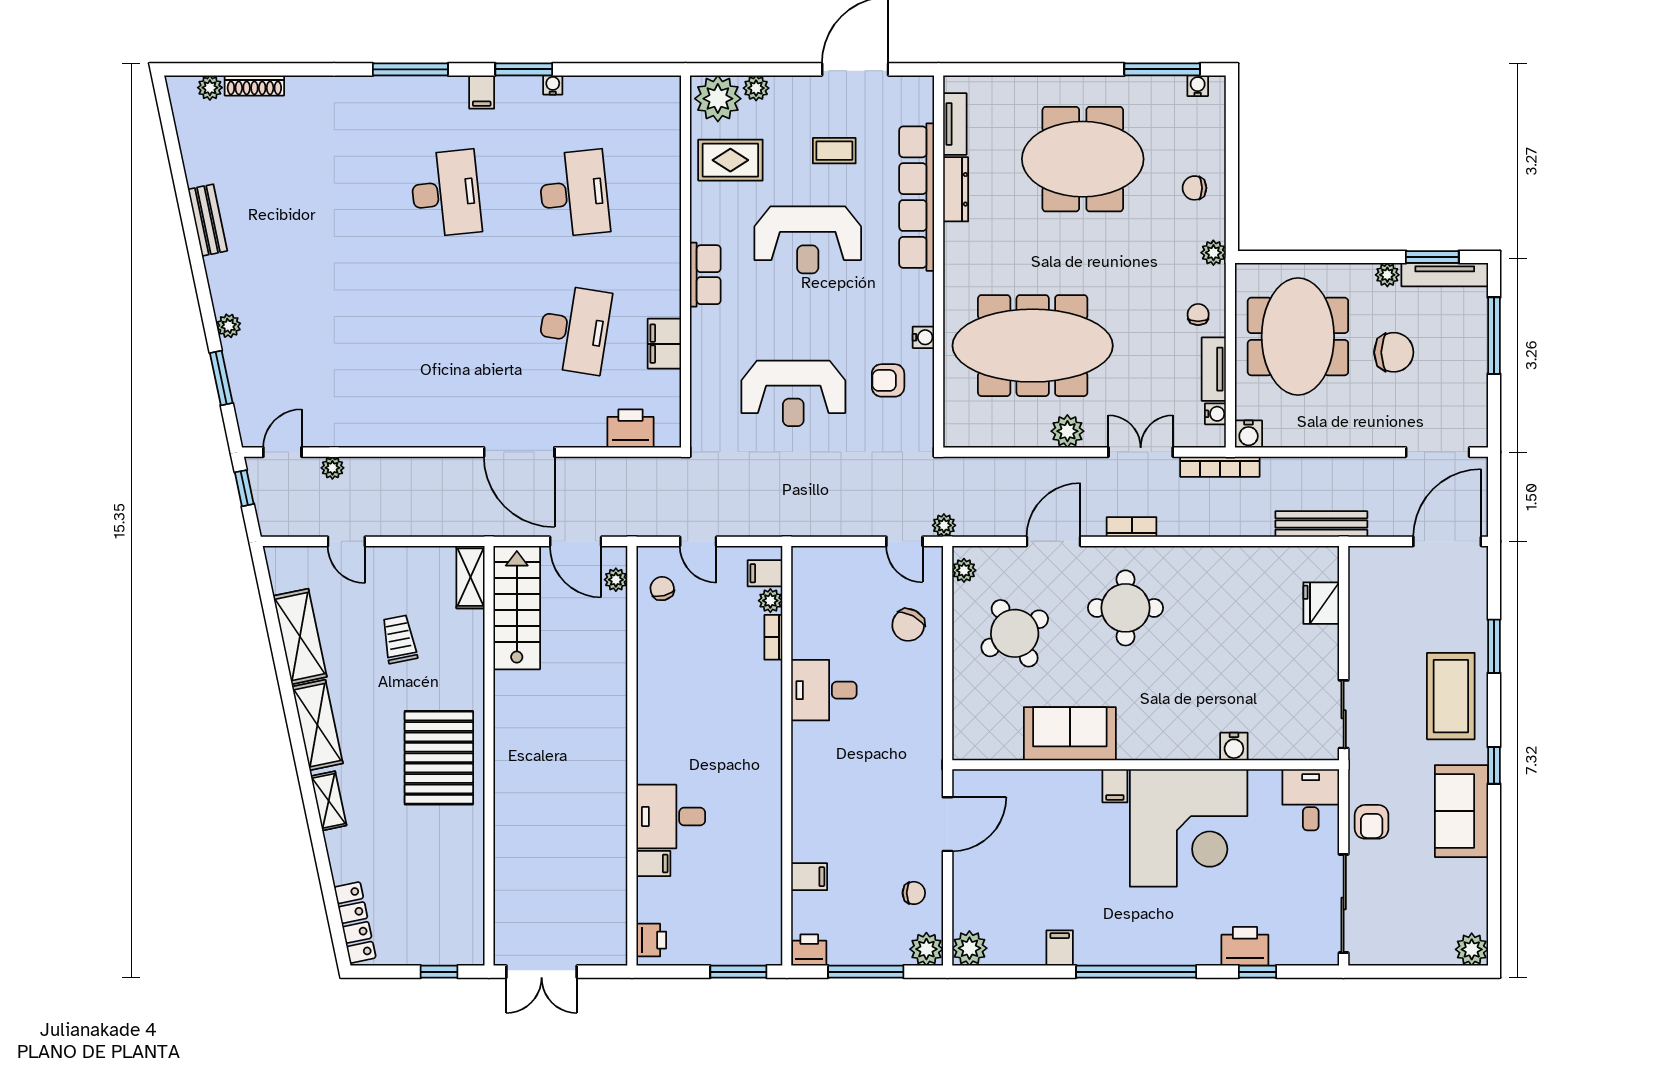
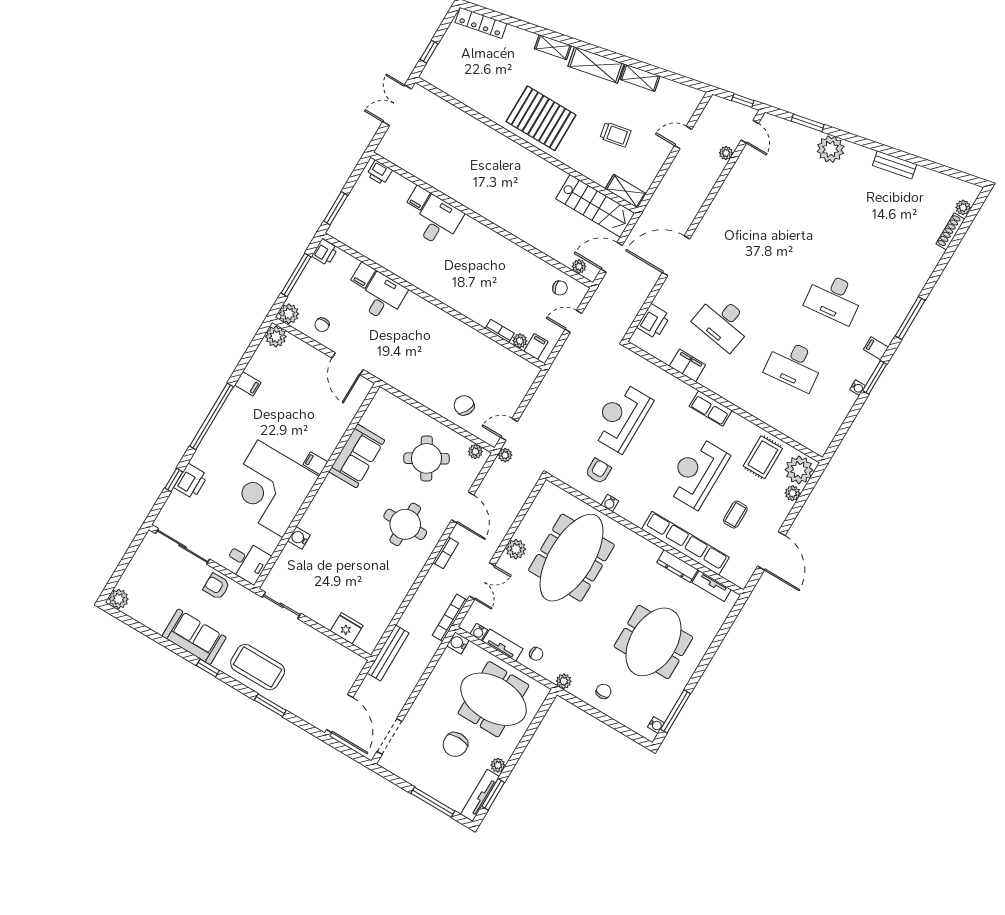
plant: (229, 326) -> (831, 149), width x1.88, depth x1.88
shelving: (300, 636) -> (640, 78), width x0.67, depth x0.75
desk: (824, 690) -> (383, 297), moved

